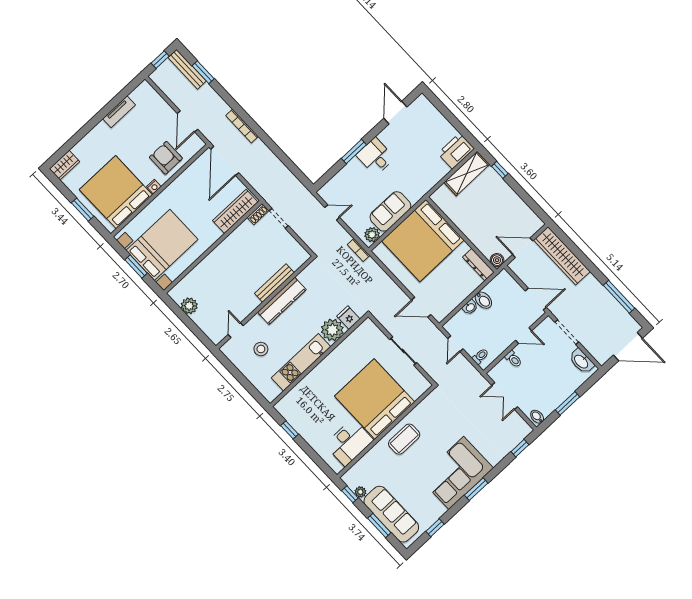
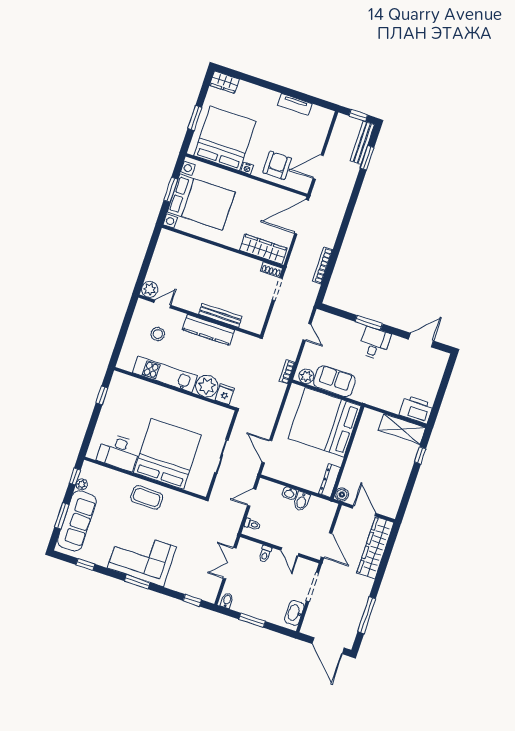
bookcase: (242, 126) -> (323, 265), moved
plant: (189, 306) -> (150, 289), moved

